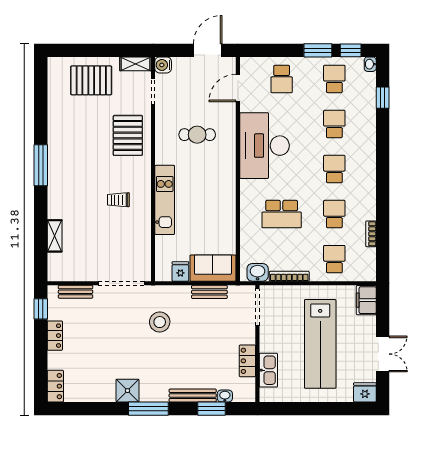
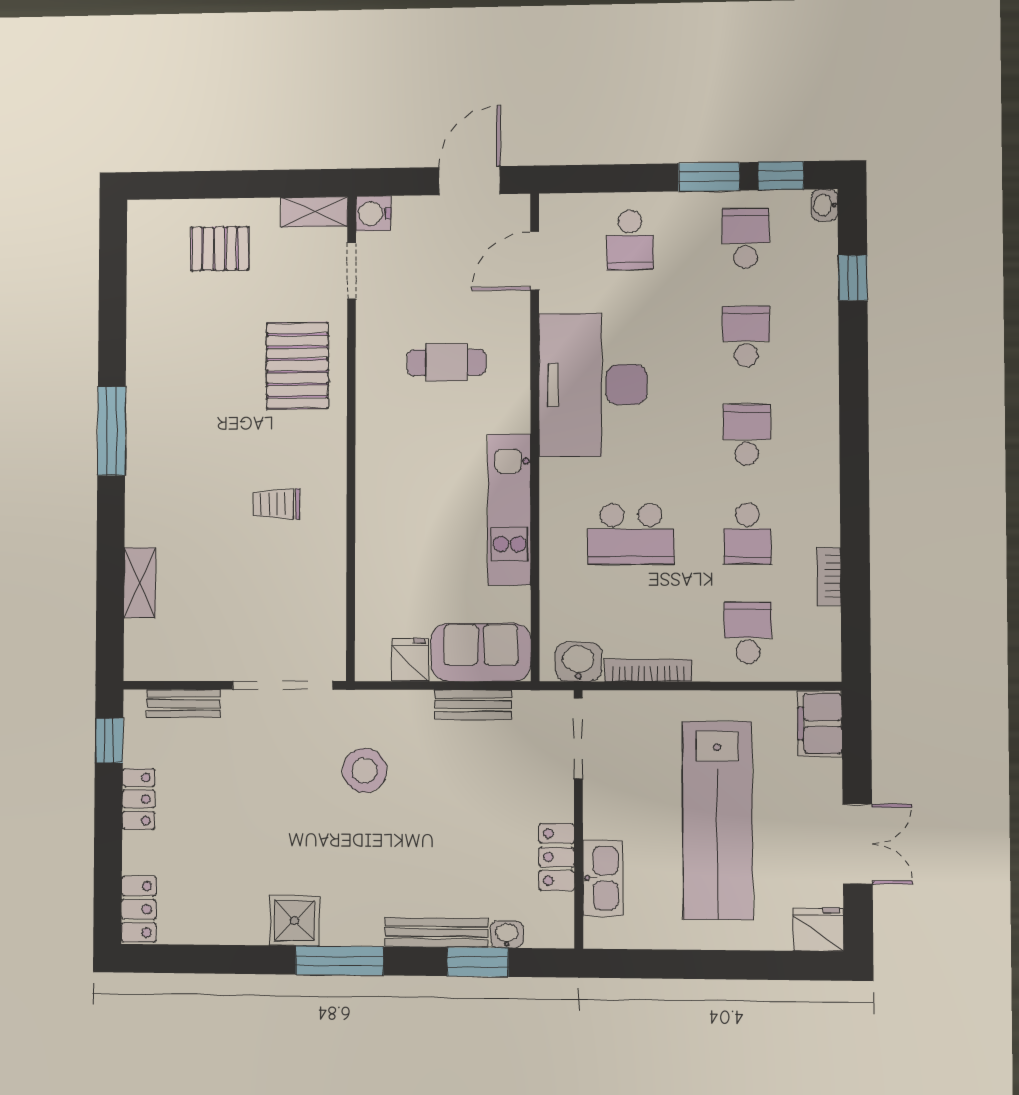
pallet: (91, 80) -> (220, 249), width x0.67, depth x0.71
kitchen unit: (165, 200) -> (509, 509), moved, turned 180
school desk: (334, 214) -> (747, 533), turned 180

